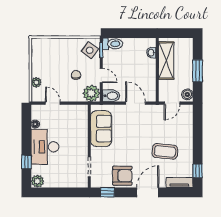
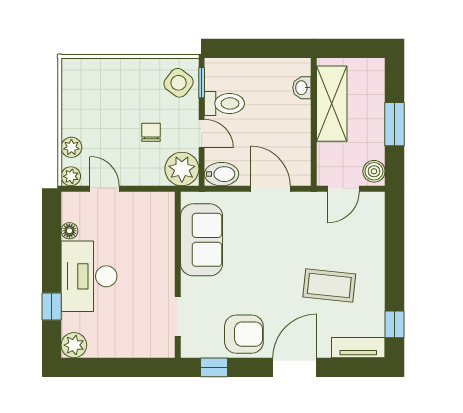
toilet: (113, 44) -> (224, 103), moved
plant: (36, 97) -> (71, 176), added

